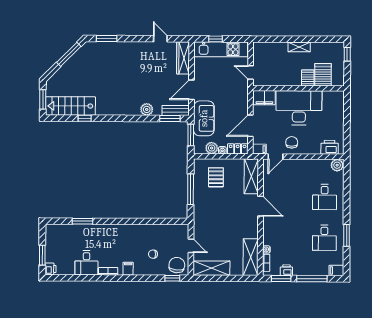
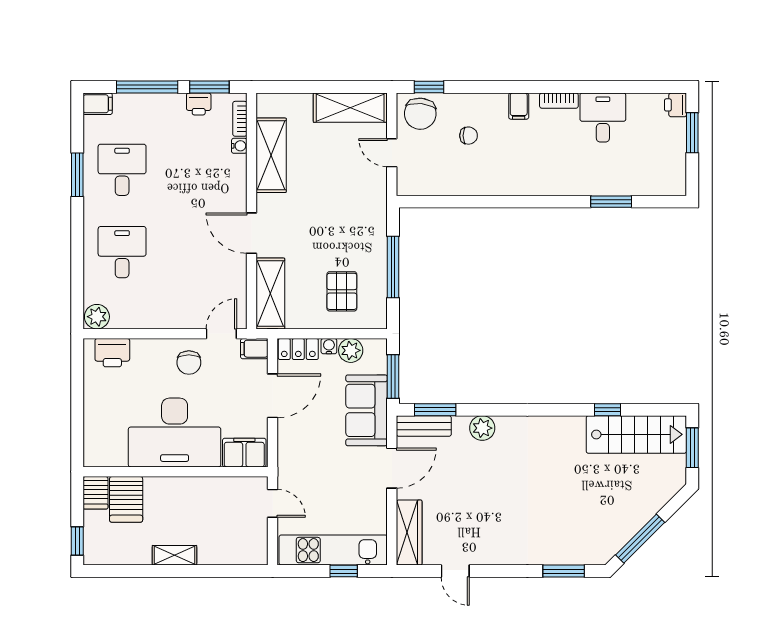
server rack: (308, 78) -> (95, 493), moved
shelving: (251, 257) -> (271, 155), moved

